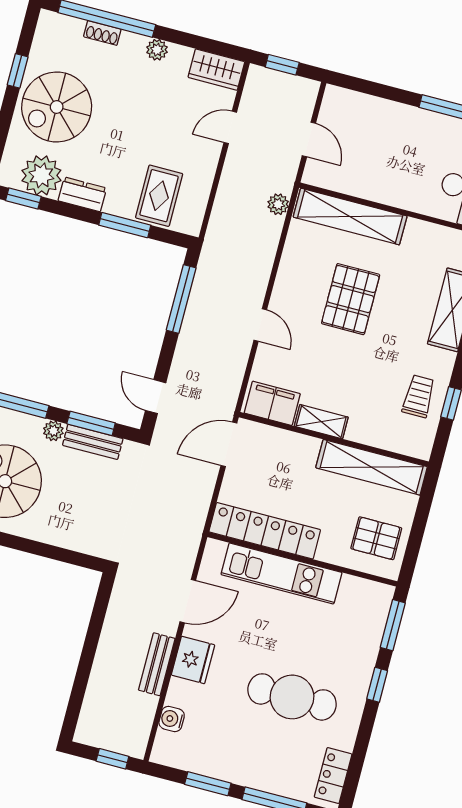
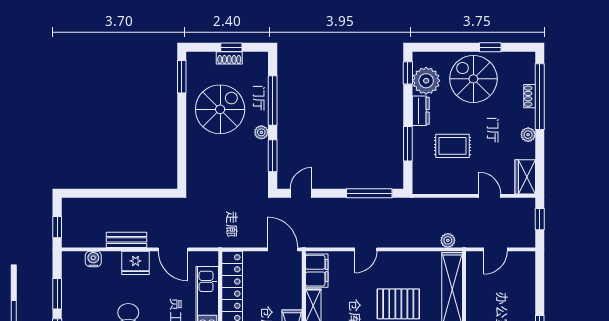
rug: (159, 196) -> (452, 146), moved
bench: (93, 442) -> (261, 160), removed

